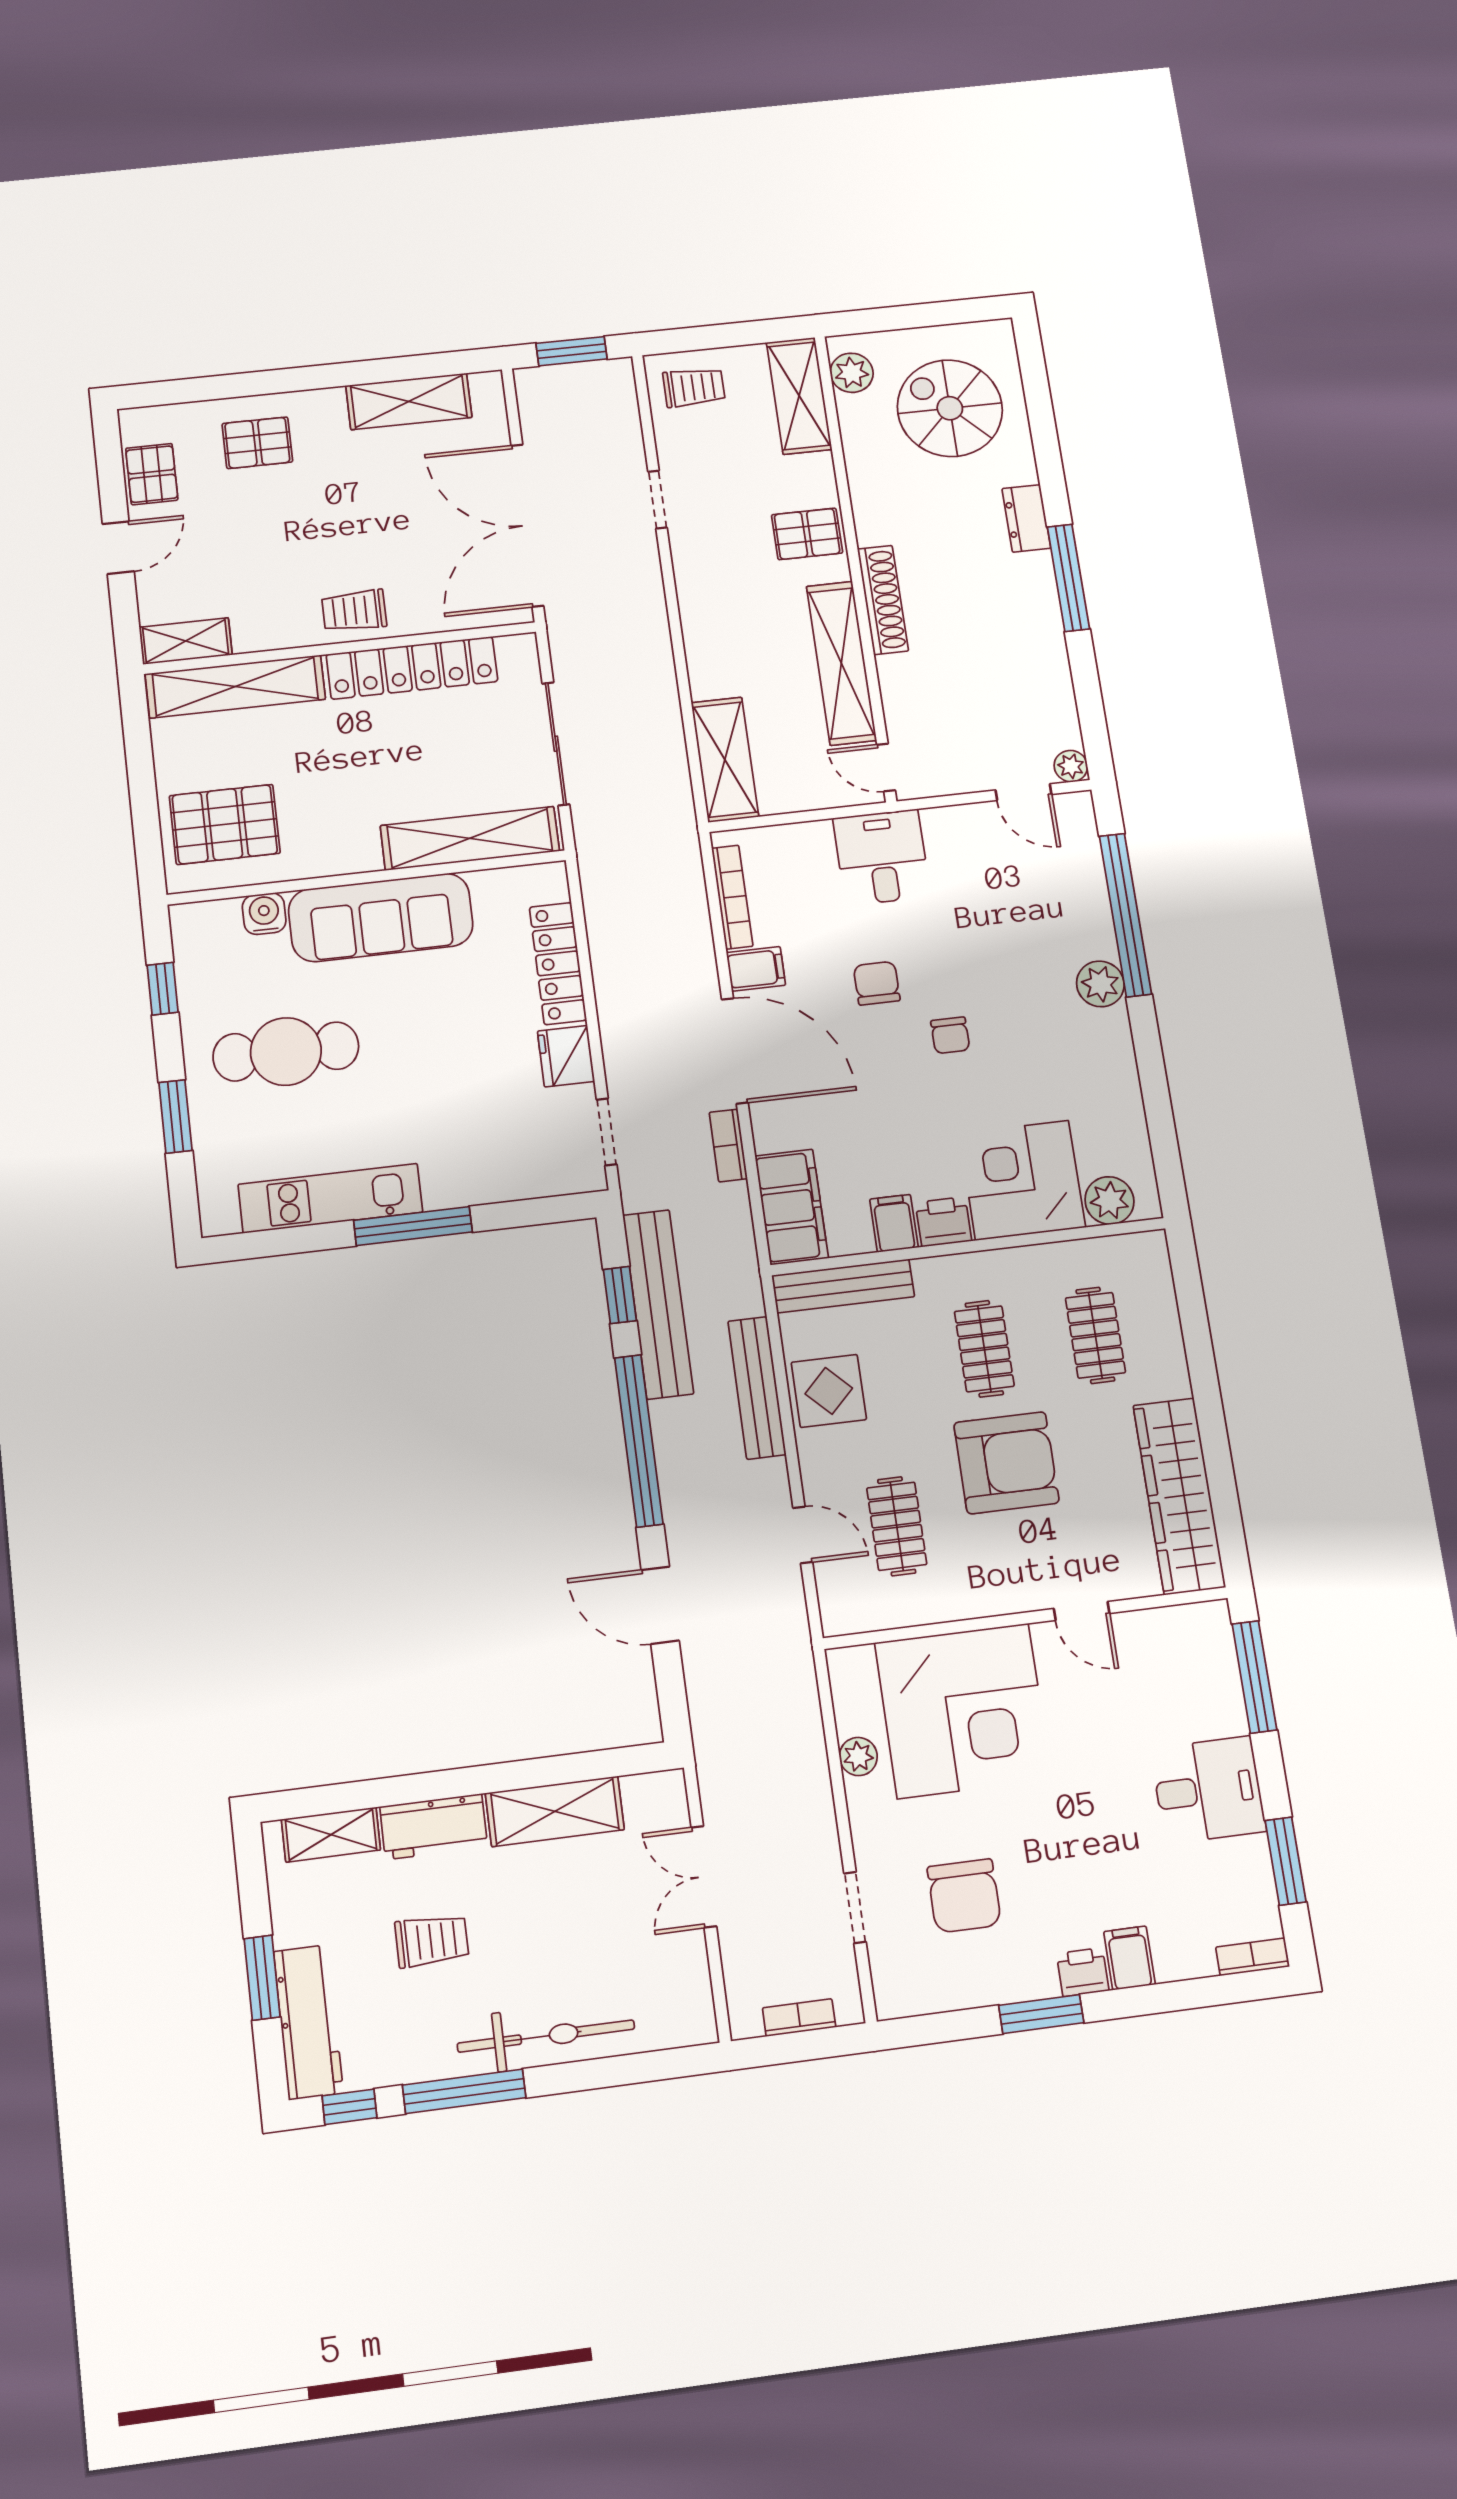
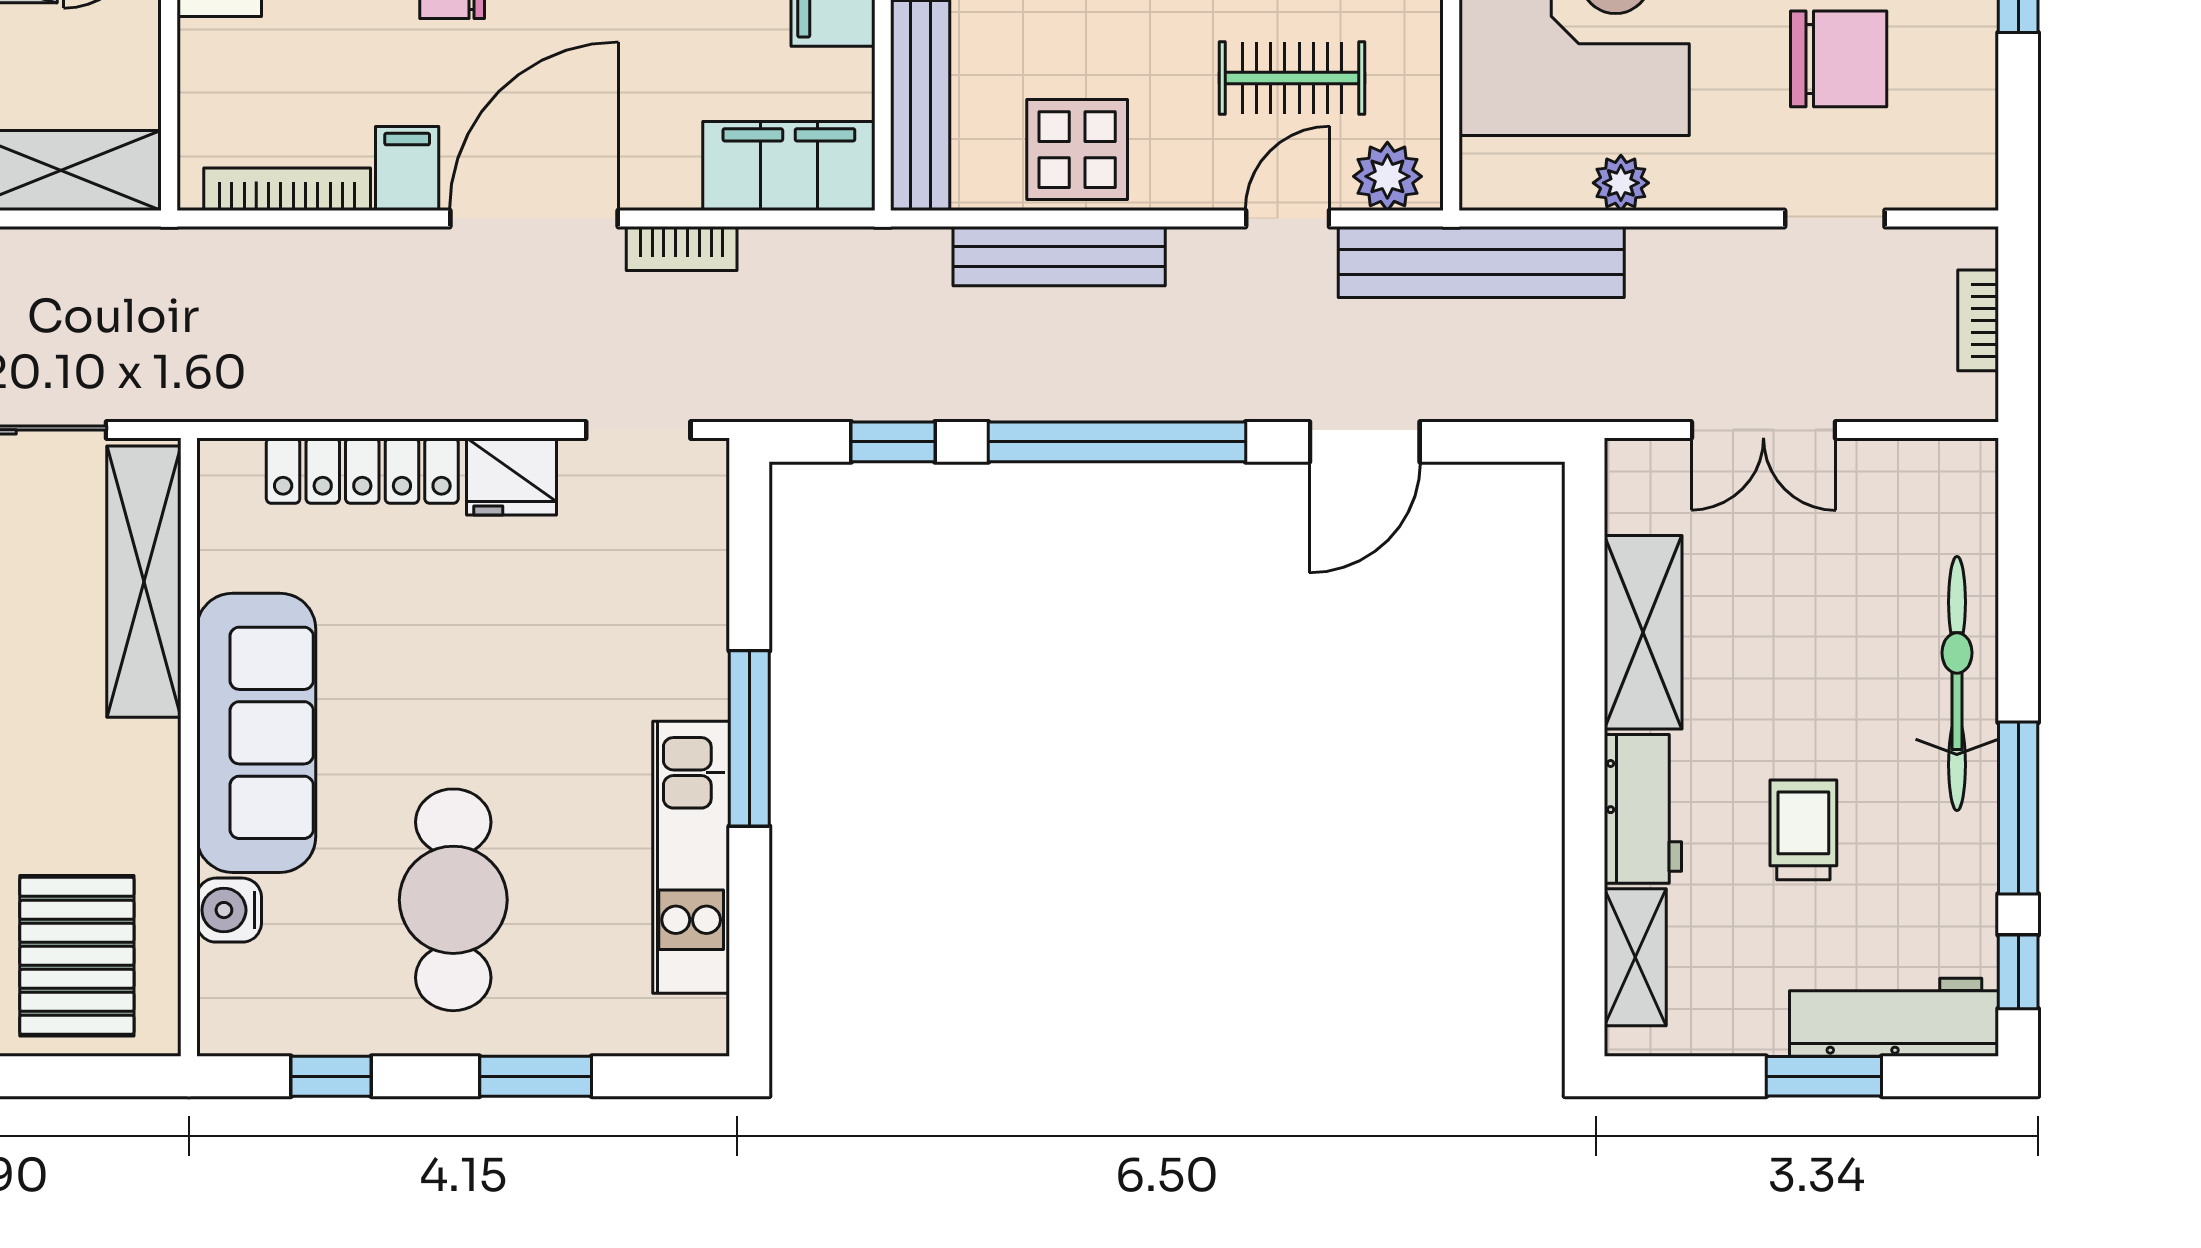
bench: (658, 1304) -> (1481, 262), moved
plant: (840, 1598) -> (1387, 176), added

